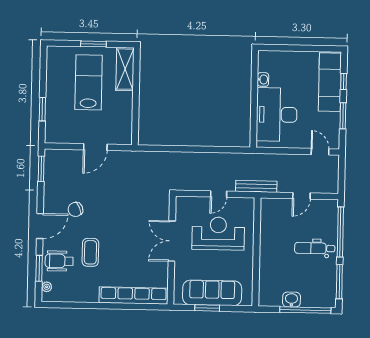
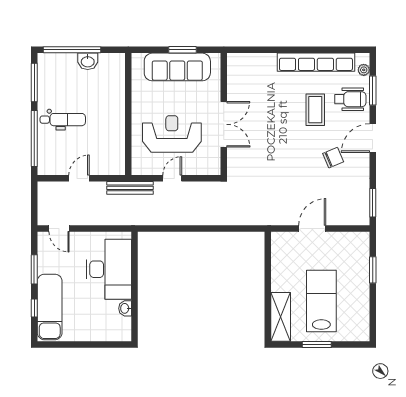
lab bench: (89, 82) -> (321, 301), turned 180
reception desk: (218, 233) -> (172, 134), turned 180
row of seats: (134, 296) -> (316, 62), moved

